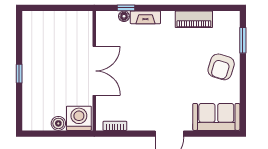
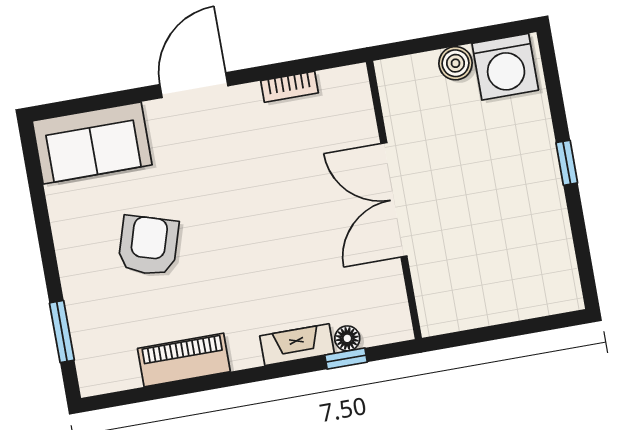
armchair: (221, 67) -> (148, 246), moved
washing machine: (79, 118) -> (505, 67), moved
bookcase: (115, 126) -> (289, 87), moved

